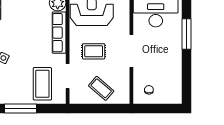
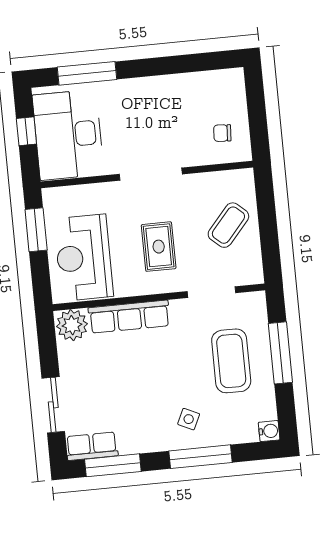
window: (186, 34) -> (87, 73), moved
coffee table: (42, 84) -> (231, 361), moved, turned 90
window: (20, 109) -> (280, 353), moved

